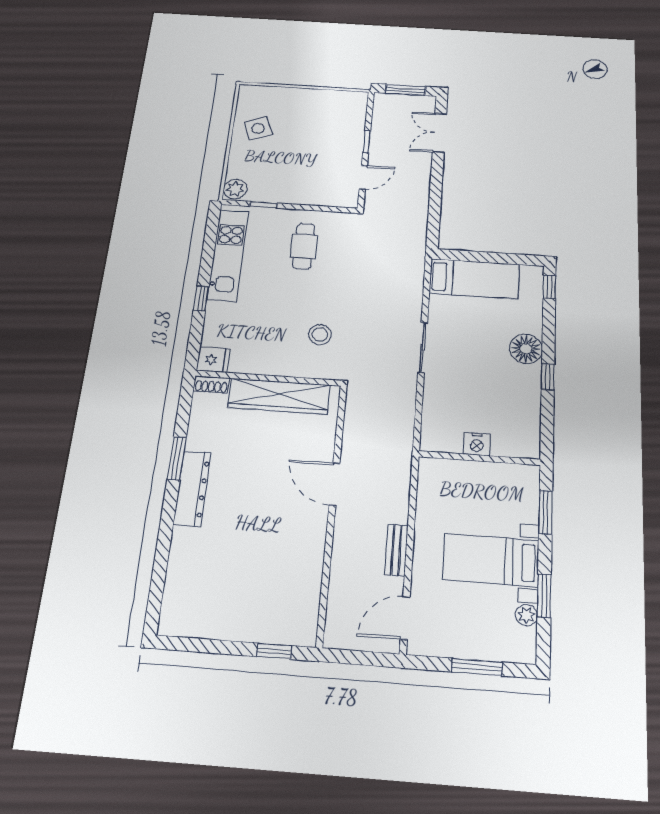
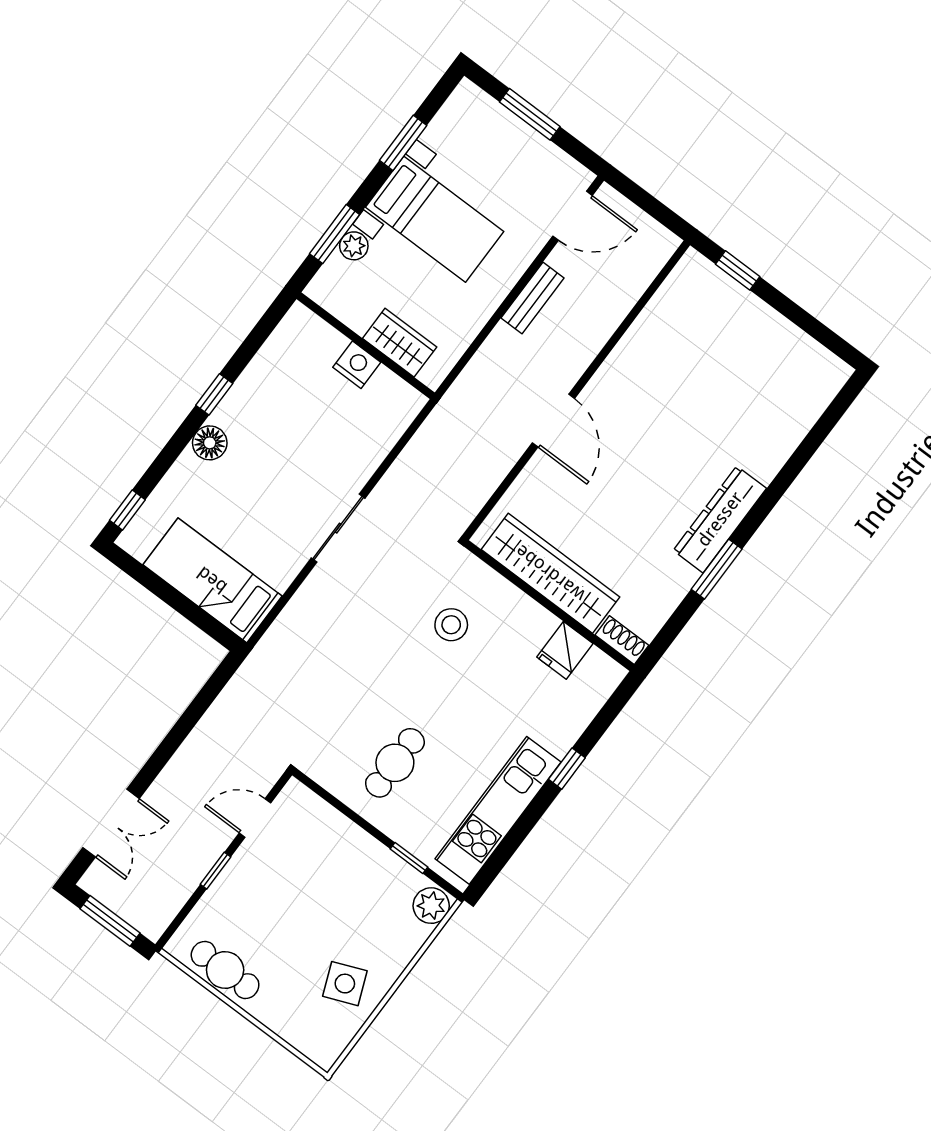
cafe table: (328, 101) -> (225, 970), added
floor lamp: (526, 349) -> (210, 443), width x0.73, depth x0.73
fridge: (213, 360) -> (565, 650), moved, turned -90
wardrobe: (460, 472) -> (400, 343), added
plant: (526, 615) -> (354, 246), moved

